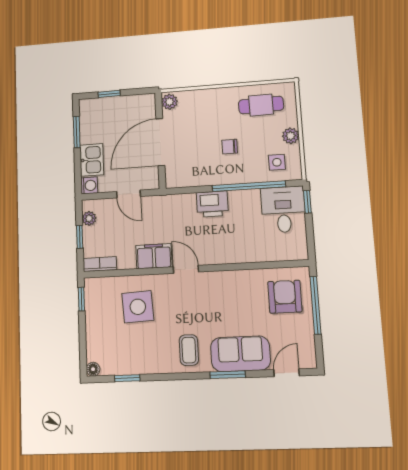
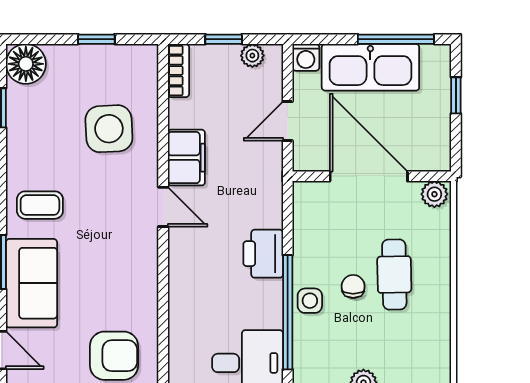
cafe table: (261, 105) -> (394, 274), moved
window: (77, 132) -> (396, 39), width x1.44
kitchen sink: (92, 160) -> (370, 67), width x1.88, depth x1.24
side table: (277, 162) -> (310, 301), moved
door: (186, 269) -> (163, 207), hinge flipped
window: (81, 299) -> (96, 39), moved
floor lamp: (93, 369) -> (26, 64), width x1.89, depth x1.89

